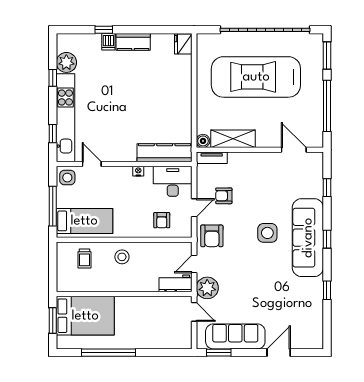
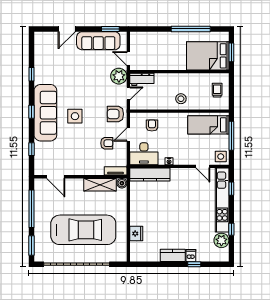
fridge: (183, 44) -> (136, 233), moved
armchair: (212, 236) -> (115, 114), turned -90
trolley: (85, 258) -> (217, 90), moved

